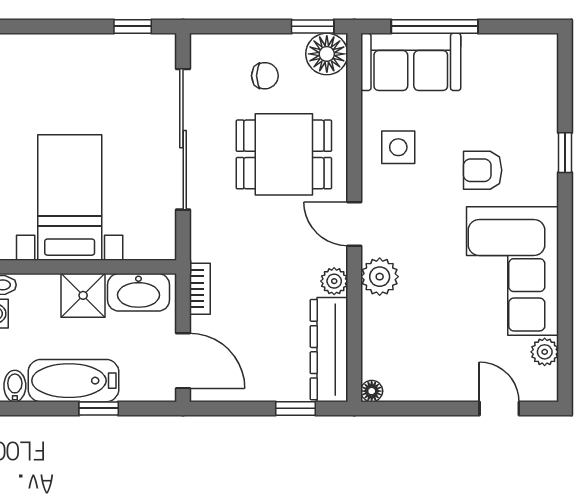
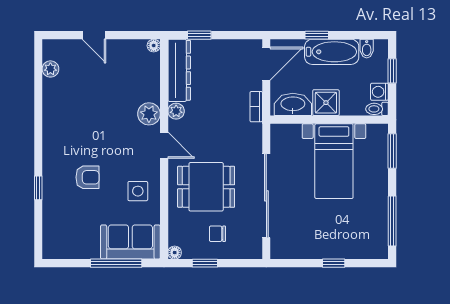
window: (133, 26) -> (334, 263), moved
window: (313, 26) -> (205, 263), moved
floor lamp: (327, 54) -> (175, 253), width x0.53, depth x0.53
corner sofa: (512, 271) -> (70, 117), removed
door: (183, 361) -> (266, 64), swing flipped
door: (499, 408) -> (94, 35), moved

